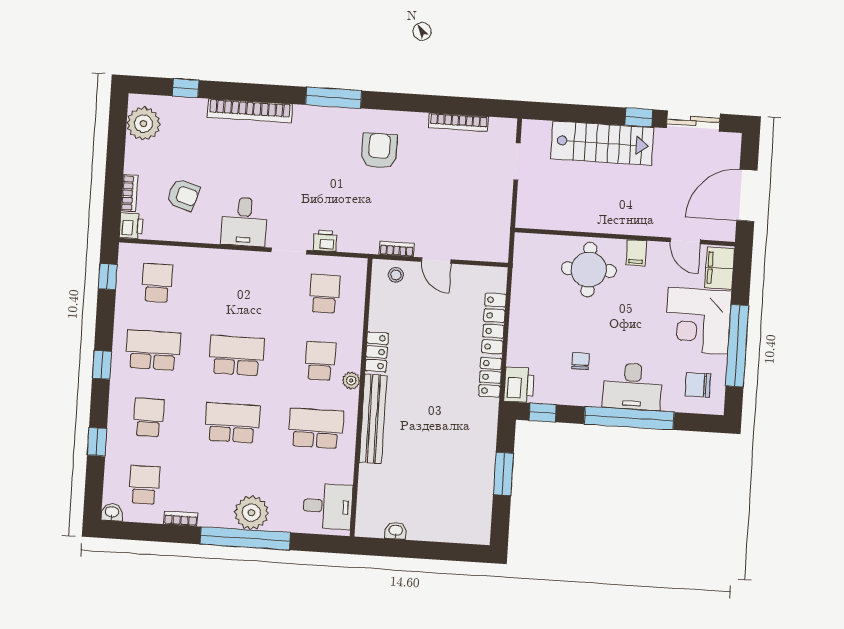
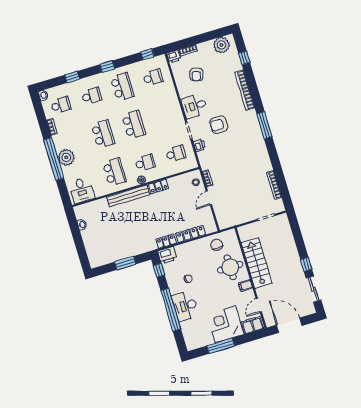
stairs: (602, 143) -> (257, 263), moved, turned 180
armchair: (379, 151) -> (219, 125), moved, turned 180
window: (737, 346) -> (221, 346), width x0.68
chair: (698, 385) -> (217, 245), moved

